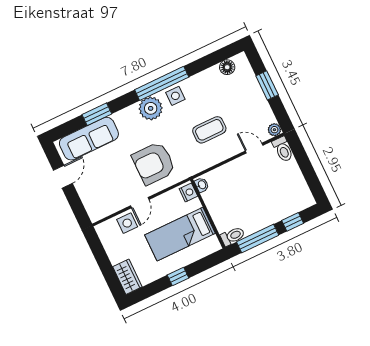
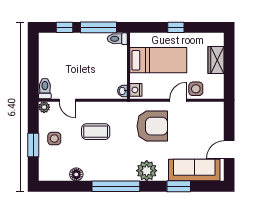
floor lamp: (227, 67) -> (76, 174), moved
side table: (175, 96) -> (54, 139), moved
plant: (151, 108) -> (147, 171), moved
wardrobe: (127, 277) -> (216, 60), moved

